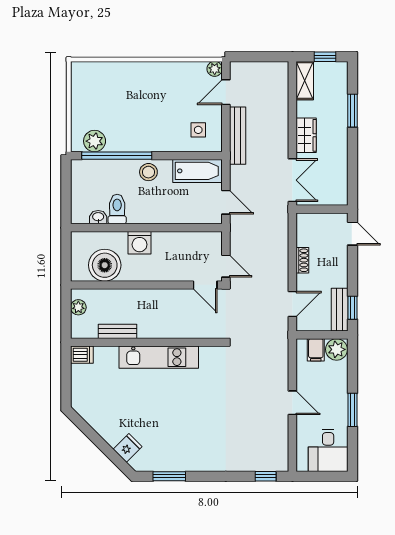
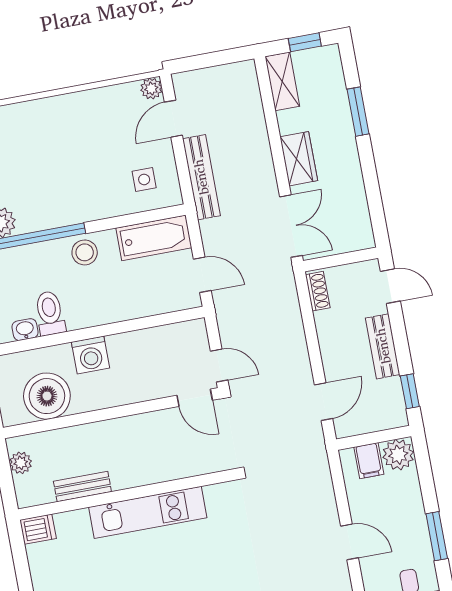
shoe rack: (302, 260) -> (318, 291), moved
bench: (340, 310) -> (383, 346), moved

